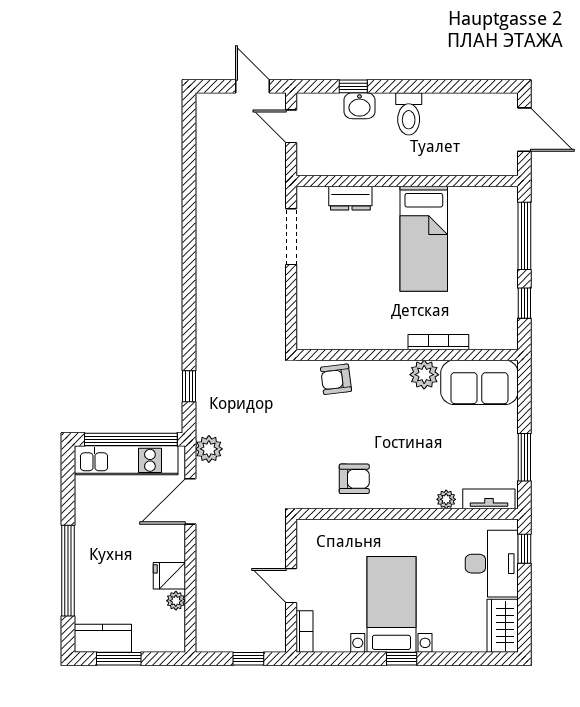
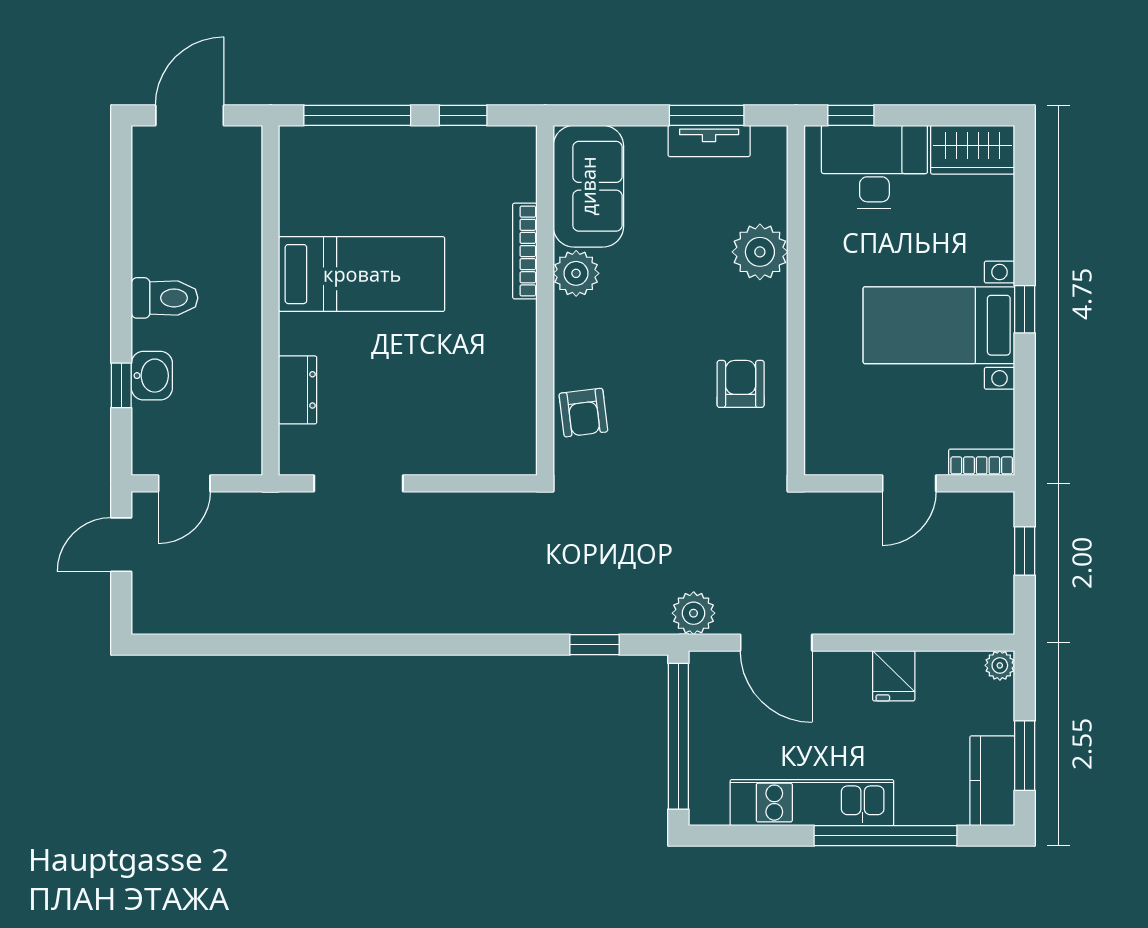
kitchen unit: (126, 460) -> (812, 803), moved, turned -90
plant: (446, 499) -> (760, 252), width x1.88, depth x1.88
tv unit: (489, 499) -> (709, 141), moved, turned -90
plant: (176, 601) -> (1000, 665), moved

